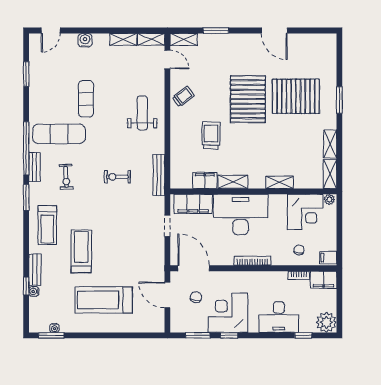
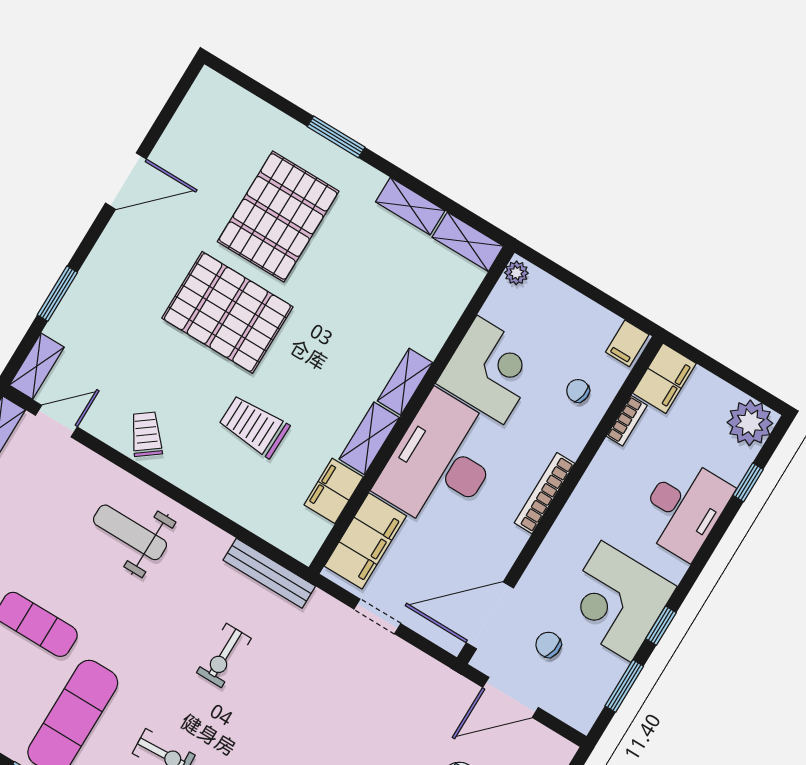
shelving: (280, 182) -> (405, 382), moved
corner desk: (305, 212) -> (490, 370), moved

